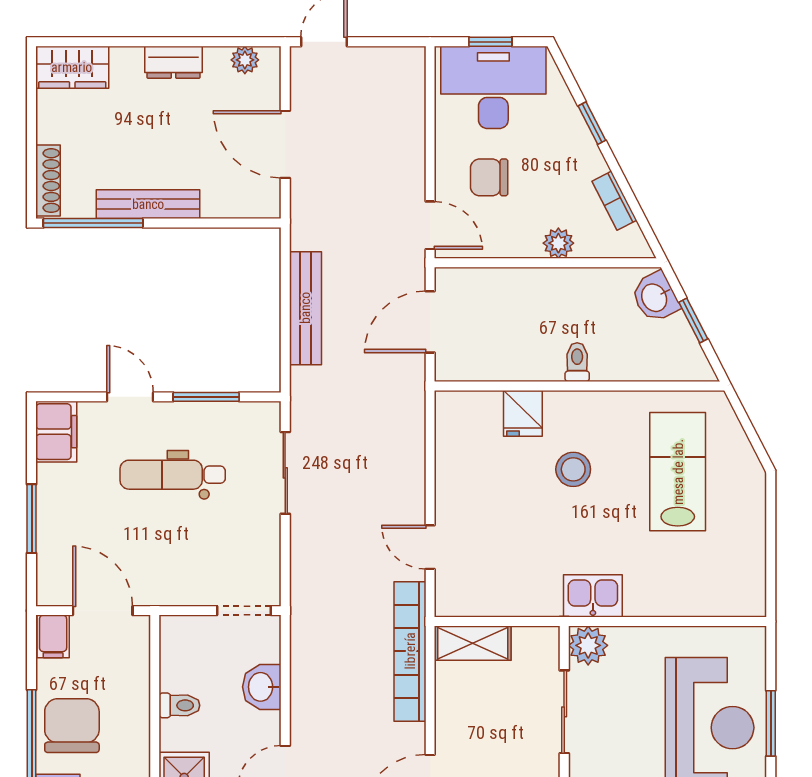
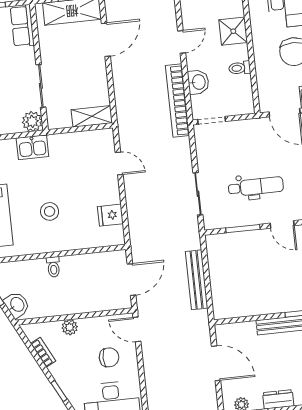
fridge: (523, 413) -> (110, 215), moved, turned -90
bookcase: (410, 651) -> (177, 101), moved, turned 180

